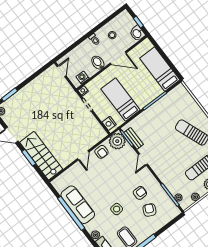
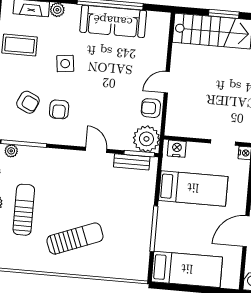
door: (83, 155) -> (167, 82), hinge flipped

